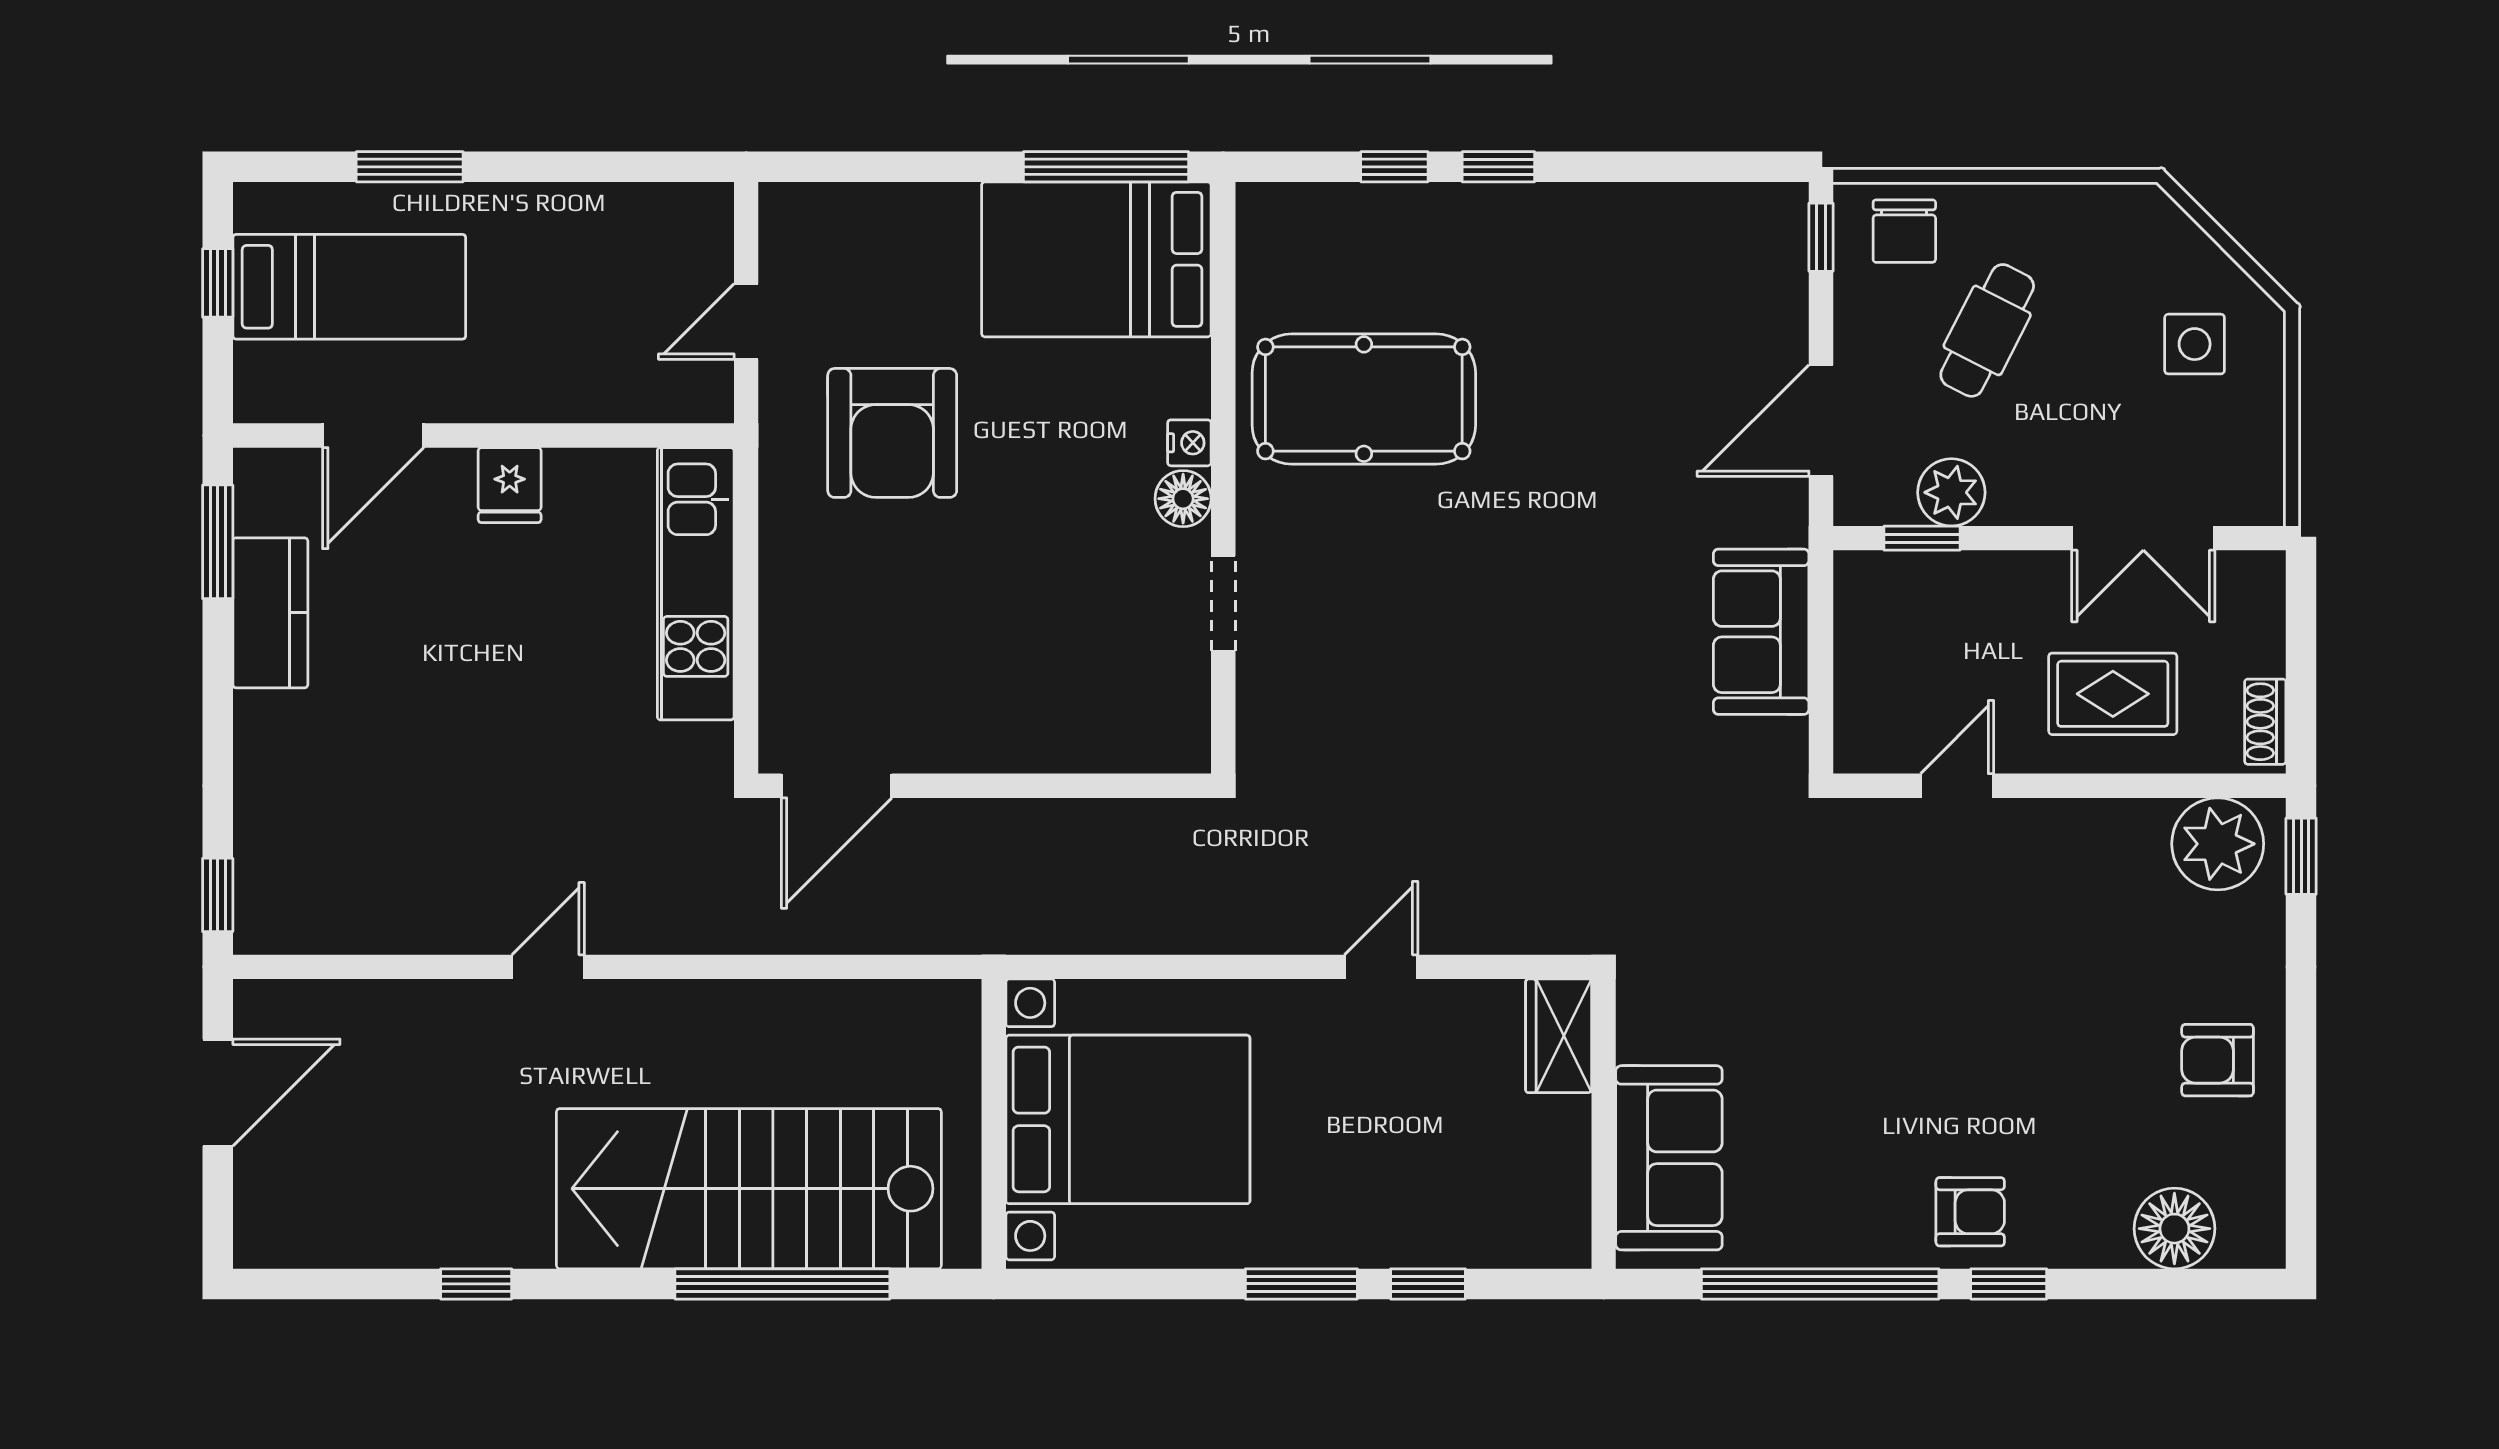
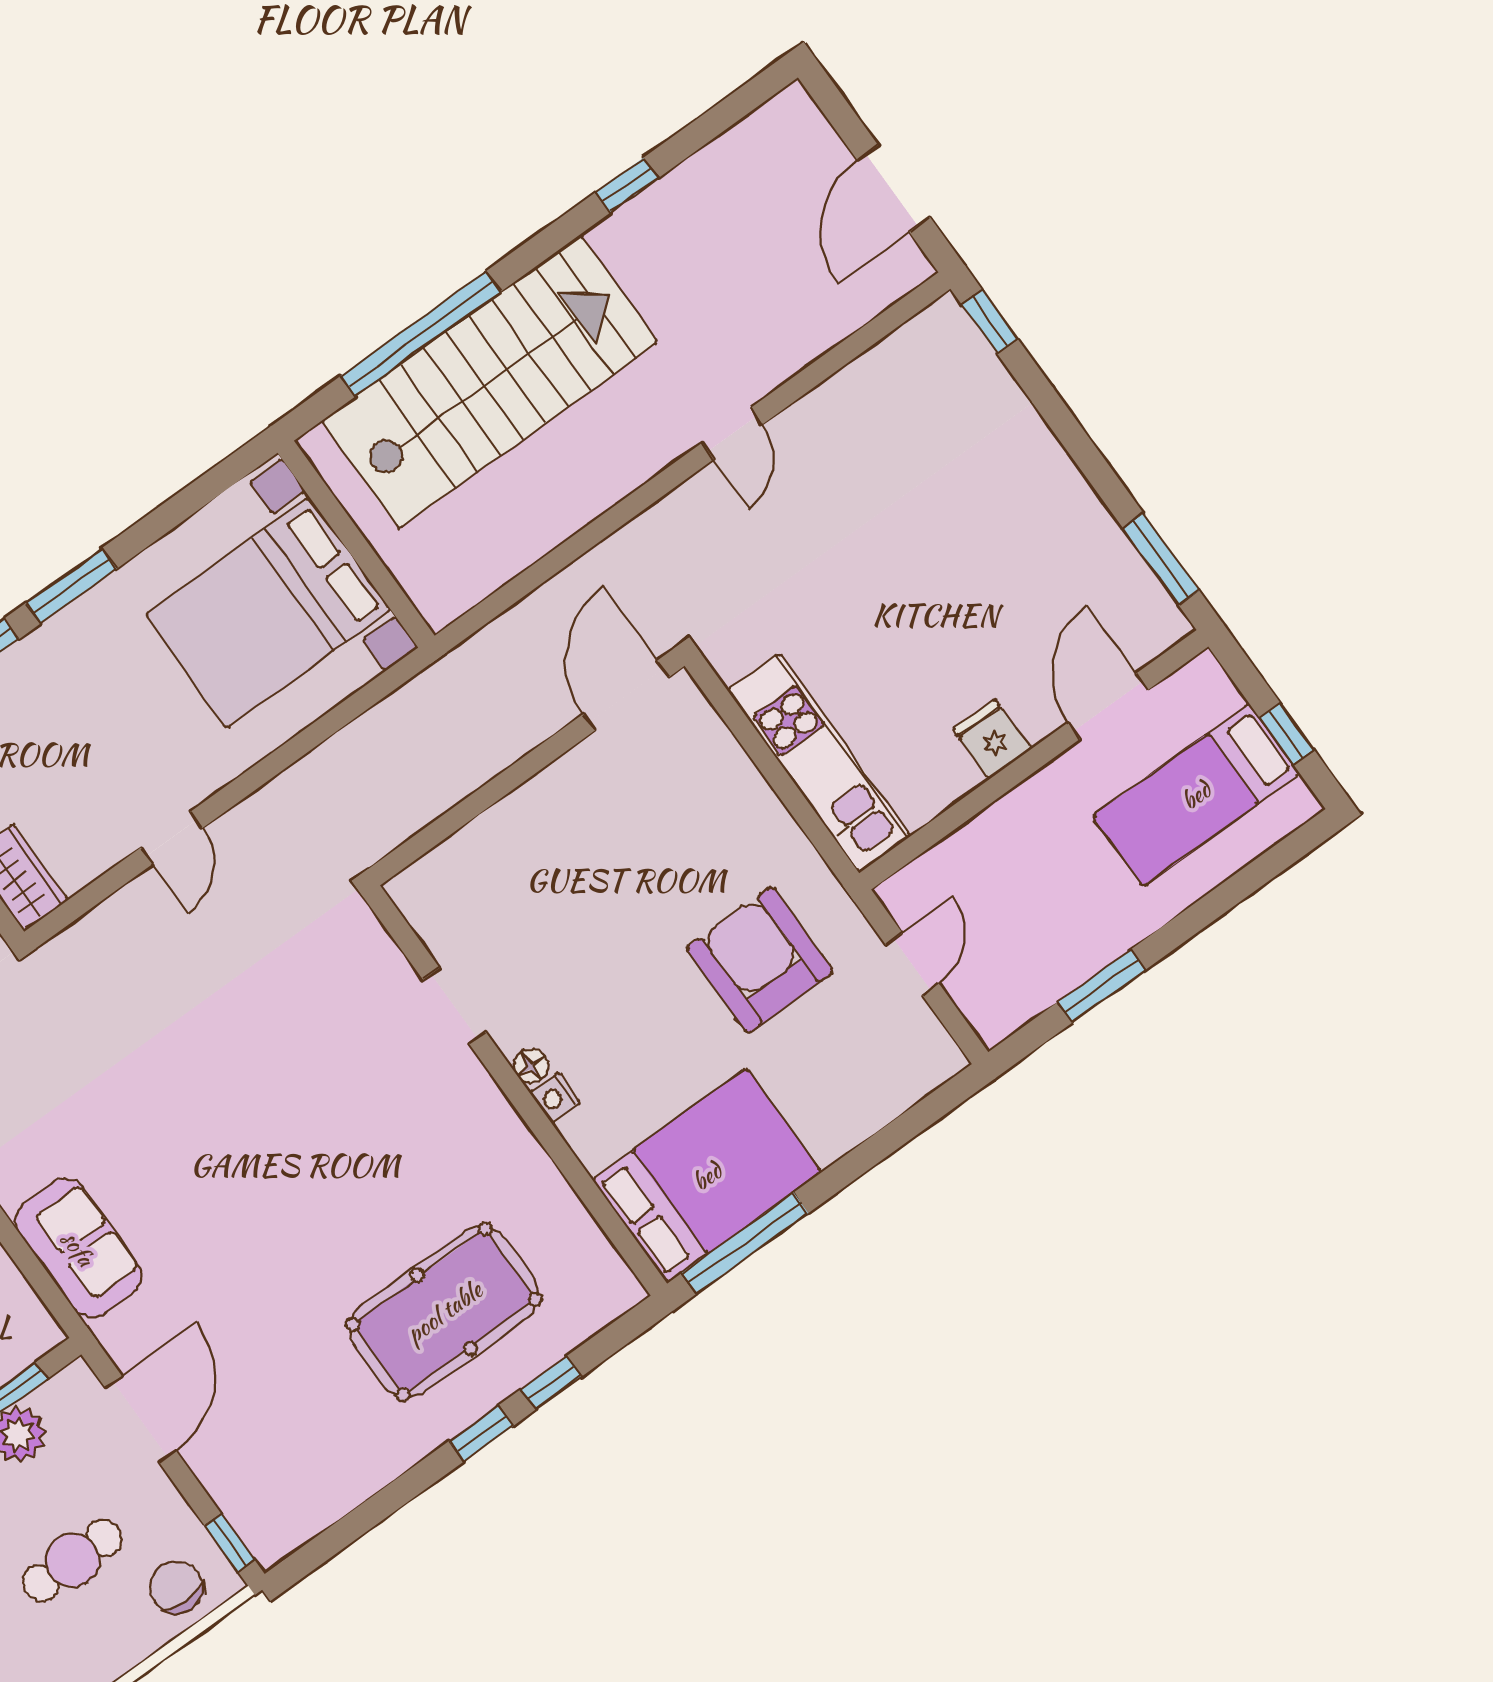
window: (410, 167) -> (1102, 986), moved
cafe table: (1987, 330) -> (73, 1561), turned 63
pool table: (1364, 399) -> (444, 1312), moved
floor lamp: (1183, 499) -> (531, 1066), width x0.73, depth x0.73
kitchen counter: (270, 613) -> (1091, 537), removed

